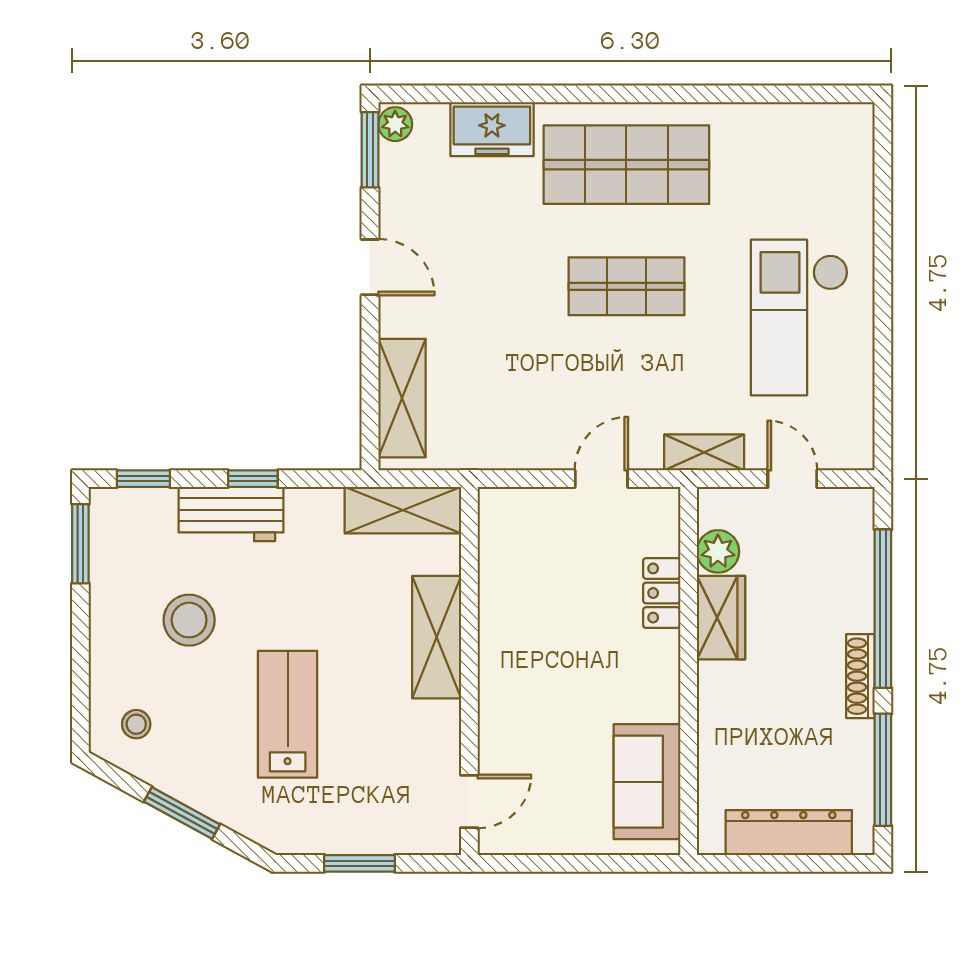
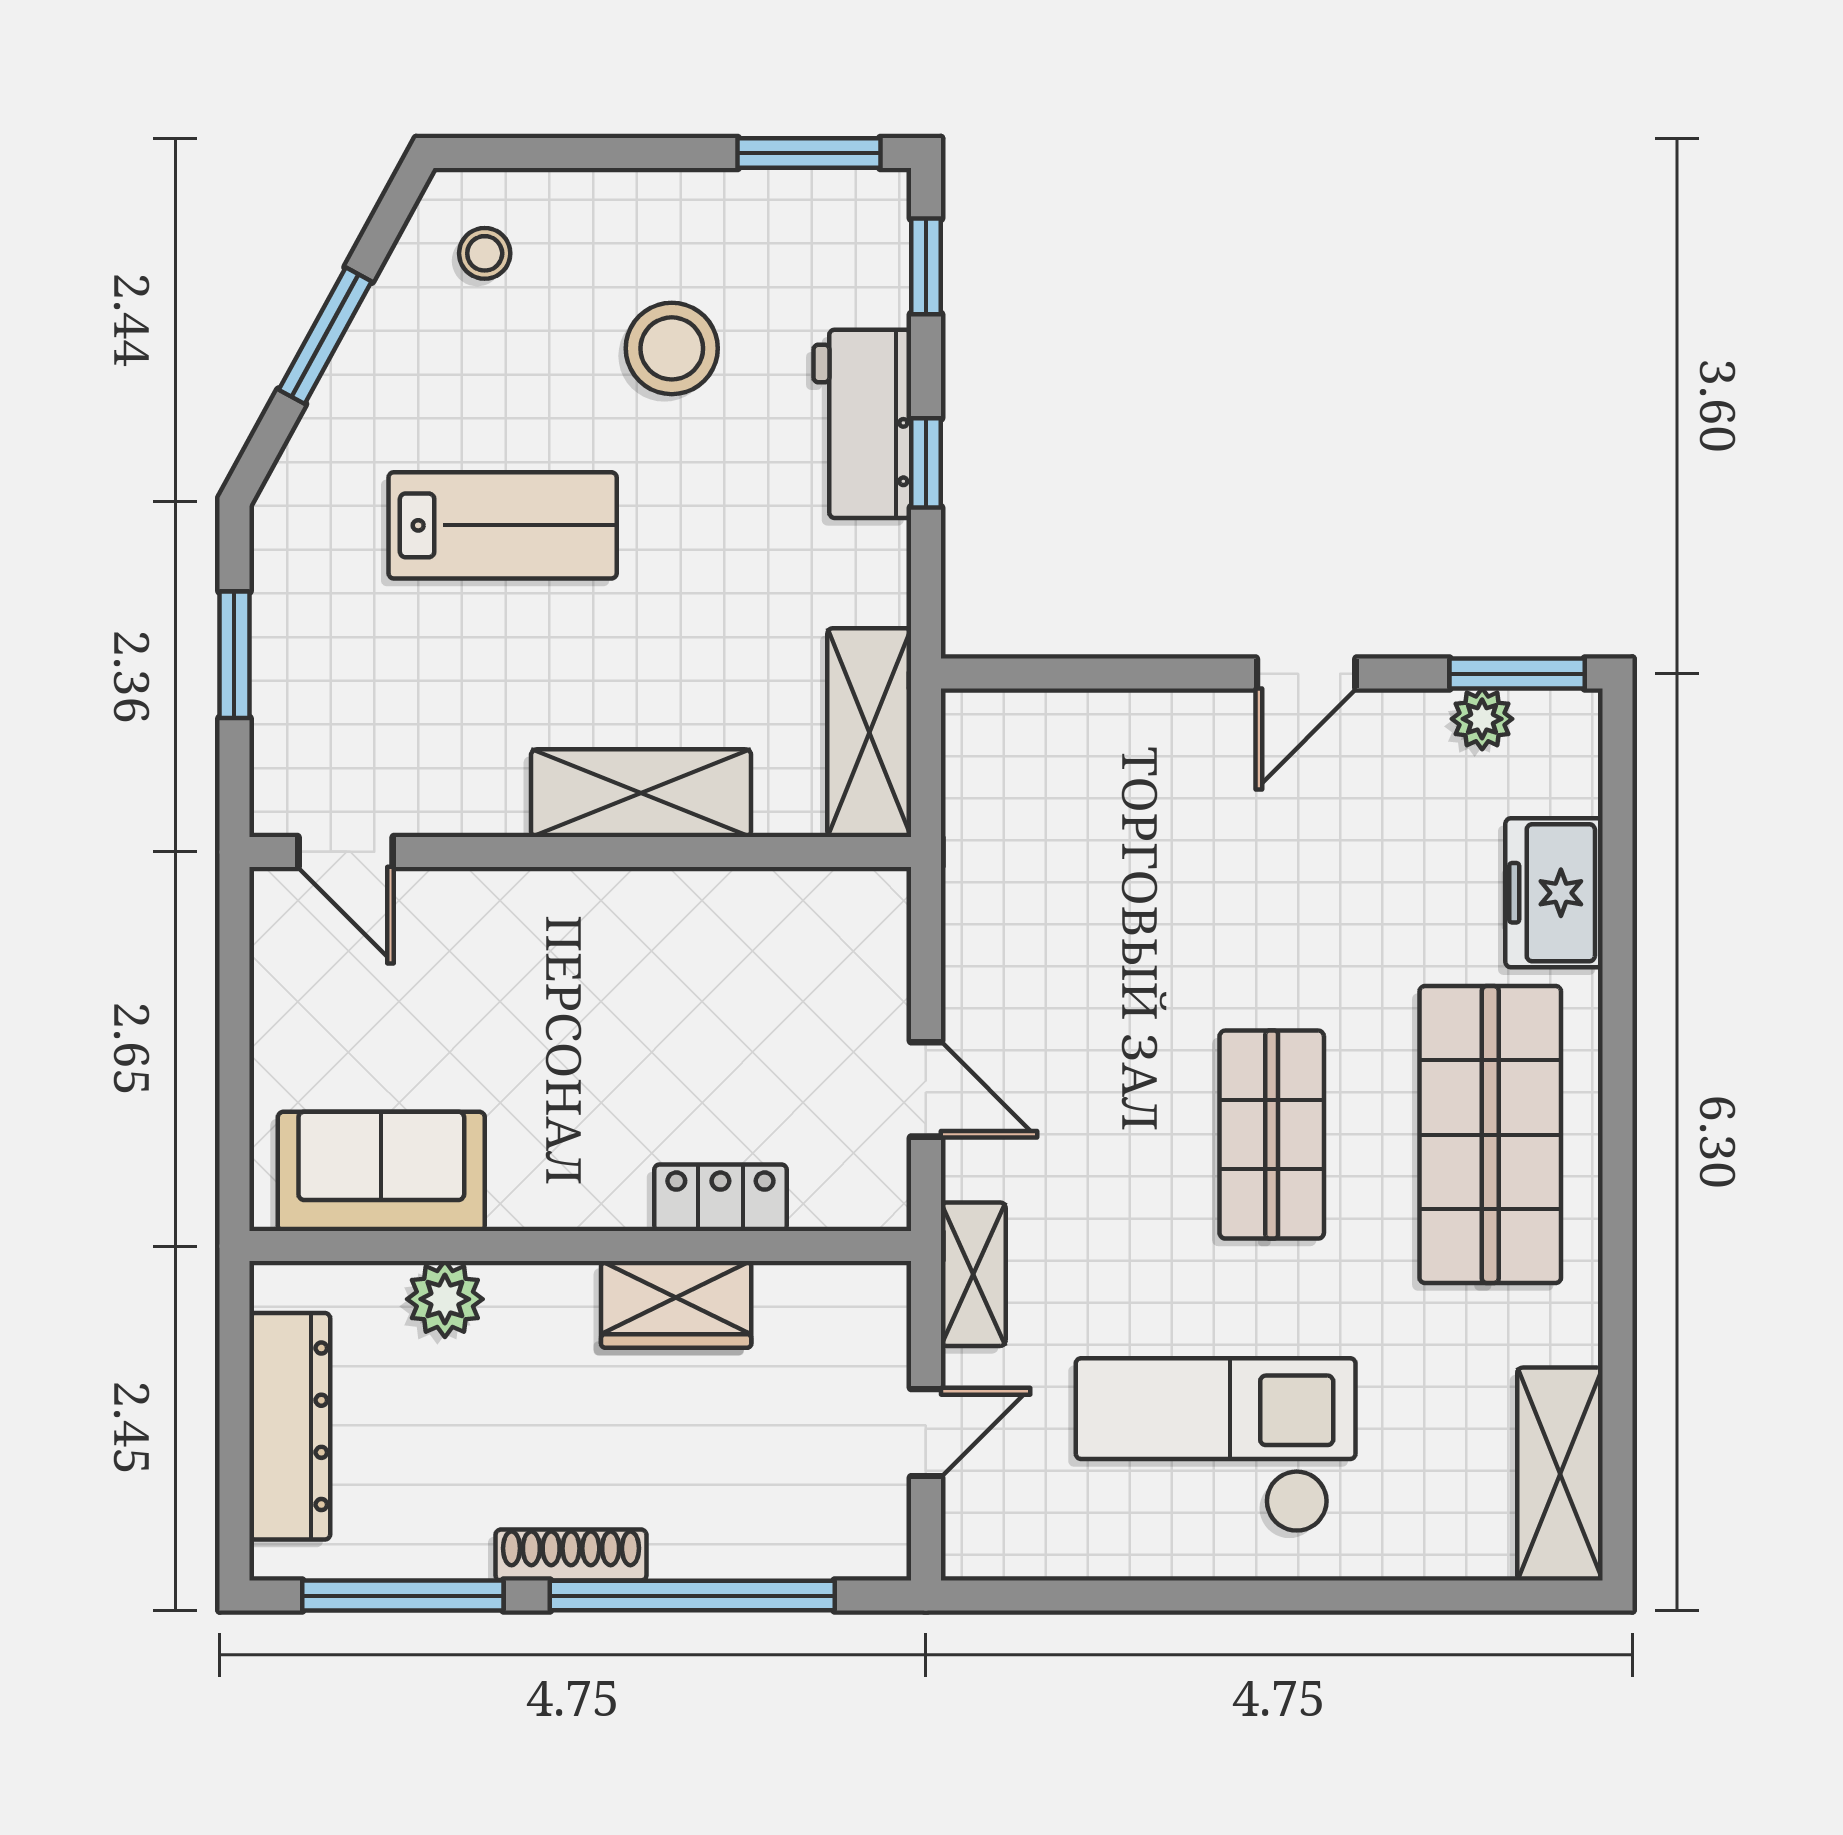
plant: (395, 124) -> (1482, 719), moved
shelving: (402, 398) -> (1560, 1474), moved, turned 90
plant: (718, 551) -> (445, 1299), moved

